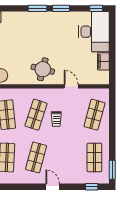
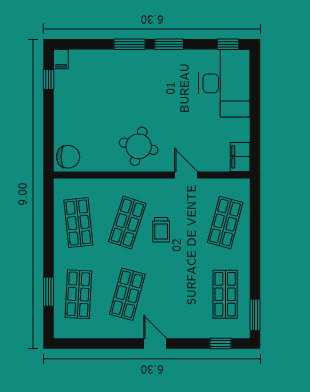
filing cabinet: (103, 61) -> (240, 157), moved

